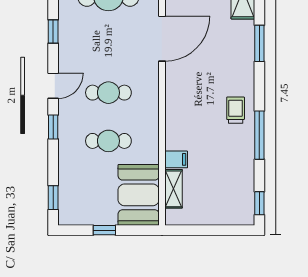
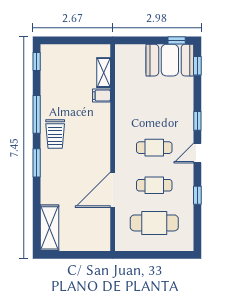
window: (259, 43) -> (37, 163), moved
trolley: (236, 110) -> (55, 134), width x1.36, depth x1.39
cafe table: (108, 141) -> (154, 185), moved
booth: (139, 195) -> (170, 60), moved, turned 90
window: (104, 230) -> (177, 40), moved

